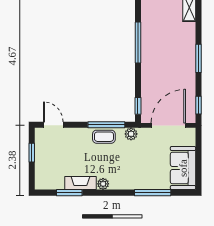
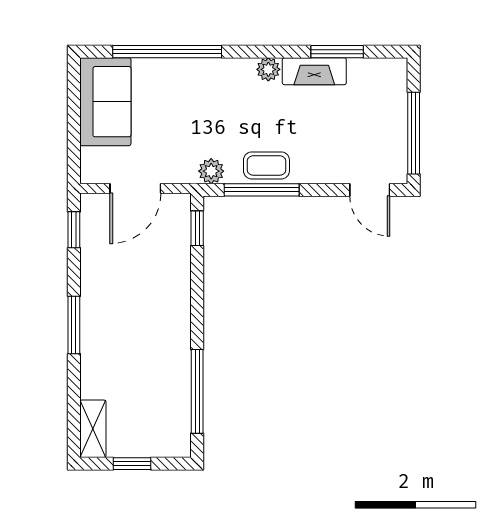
window: (138, 43) -> (197, 391), moved
door: (168, 125) -> (135, 188), width x0.73
window: (32, 153) -> (414, 133), width x2.17
window: (153, 193) -> (167, 52), width x1.46

